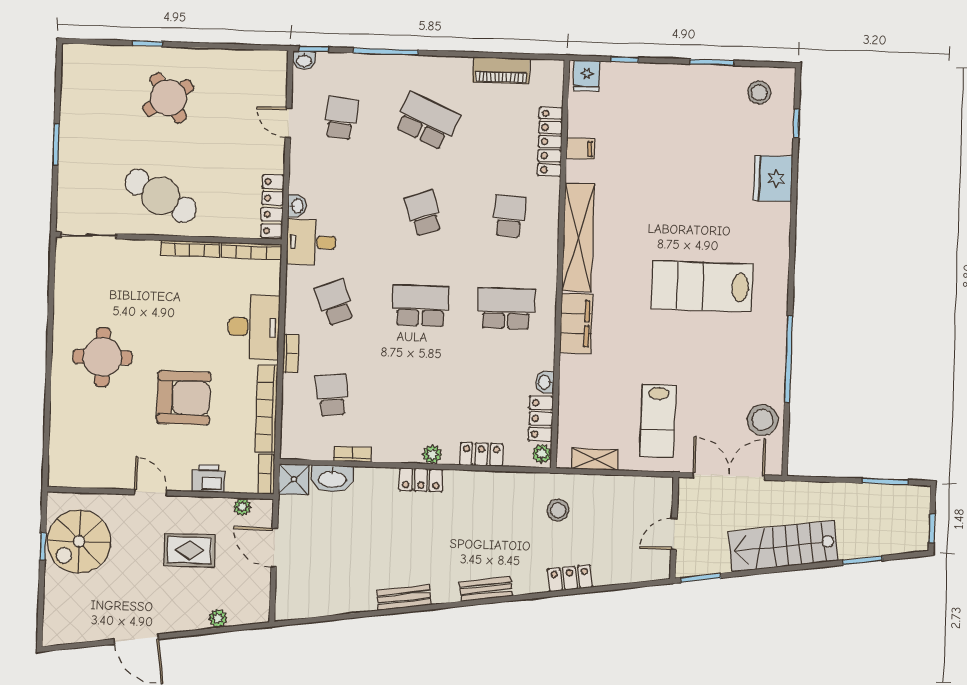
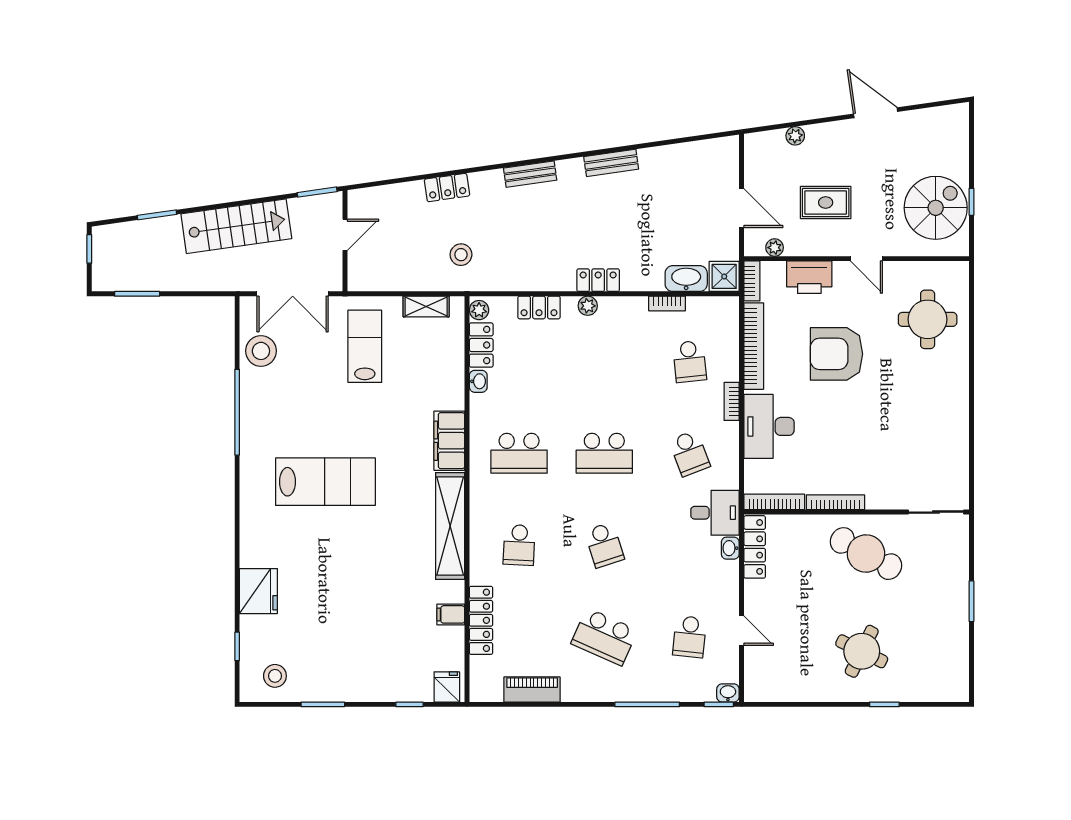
round table: (168, 98) -> (862, 651), turned -31
round table: (102, 357) -> (928, 319), moved
printer: (208, 478) -> (809, 277), width x1.37, depth x1.19

